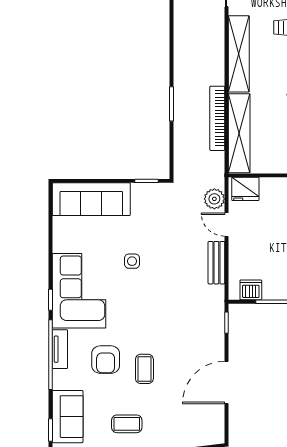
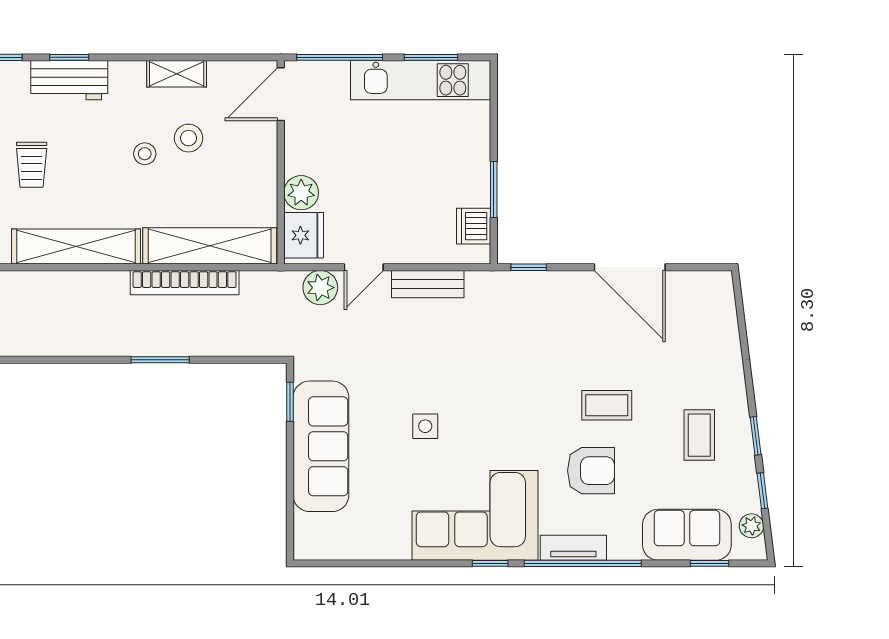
plant: (271, 187) -> (301, 193), added
sofa: (91, 199) -> (321, 446), moved

